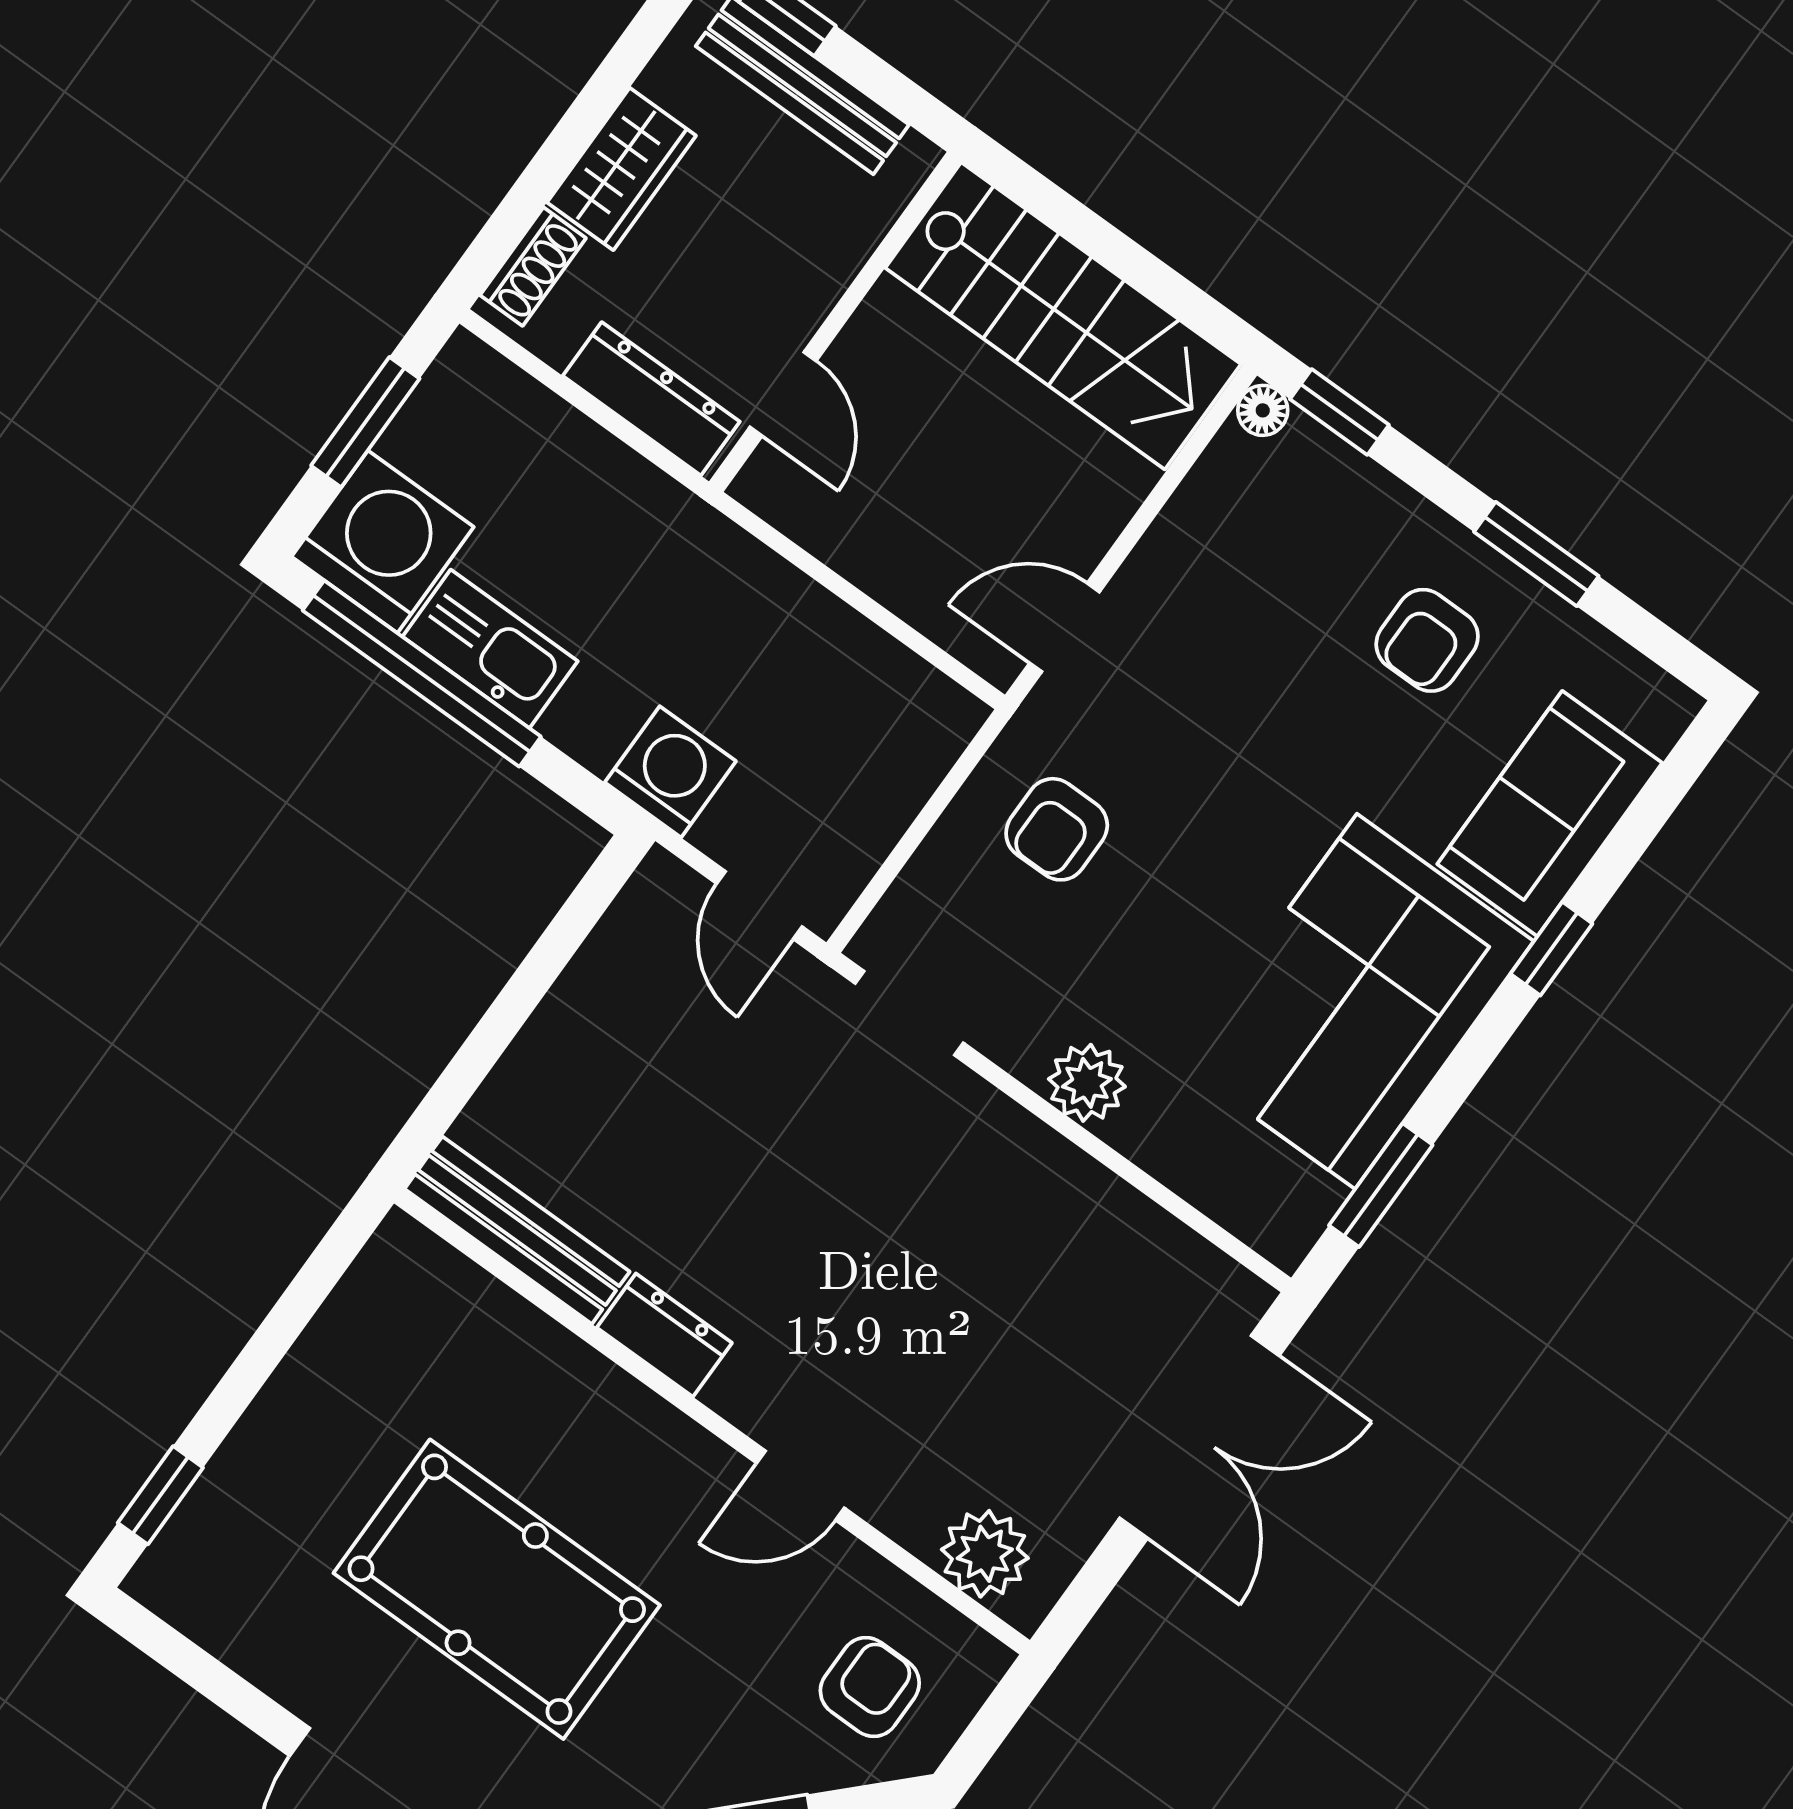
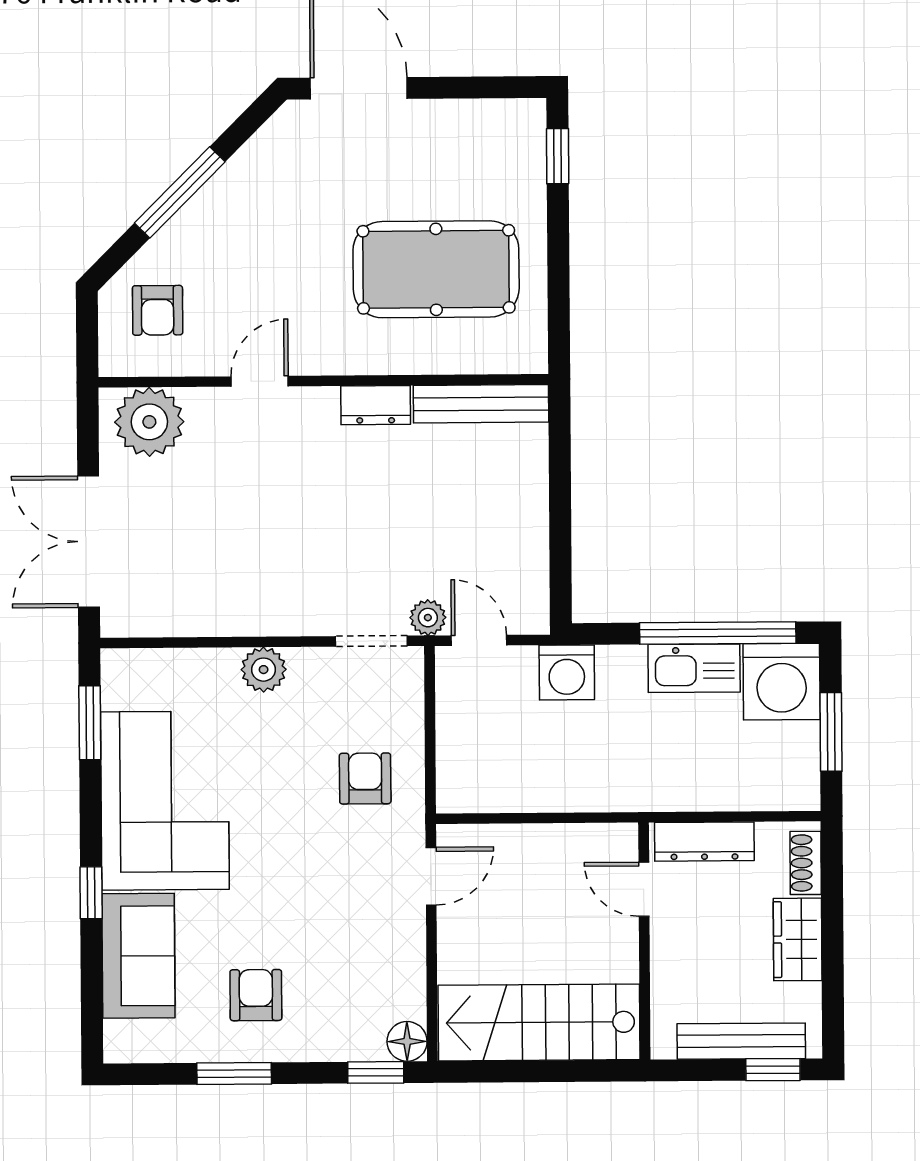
floor lamp: (1263, 410) -> (407, 1041), width x1.37, depth x1.37
plant: (807, 988) -> (428, 618), added
plant: (985, 1554) -> (149, 422), width x1.36, depth x1.36
pool table: (497, 1589) -> (436, 269), moved

